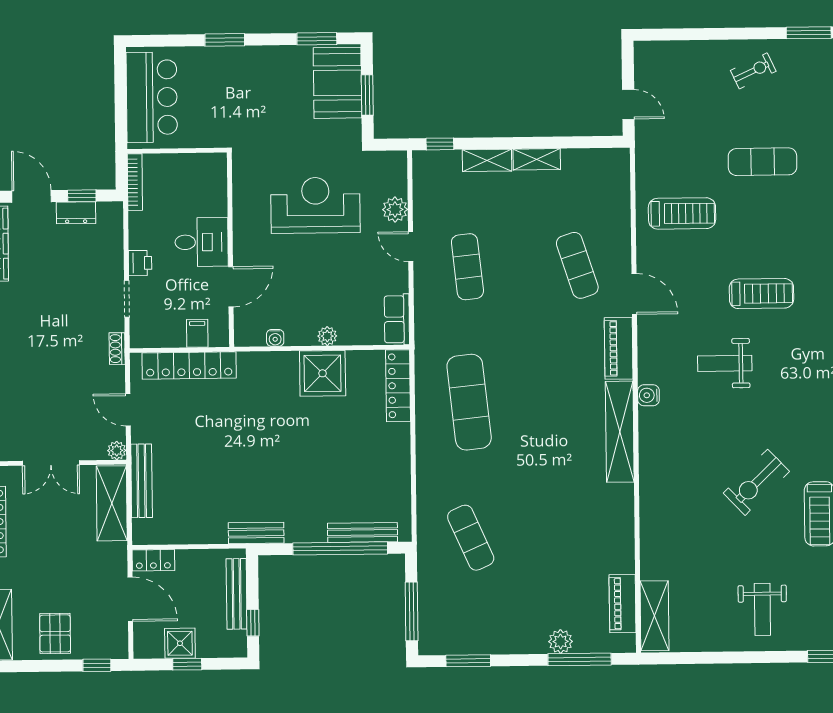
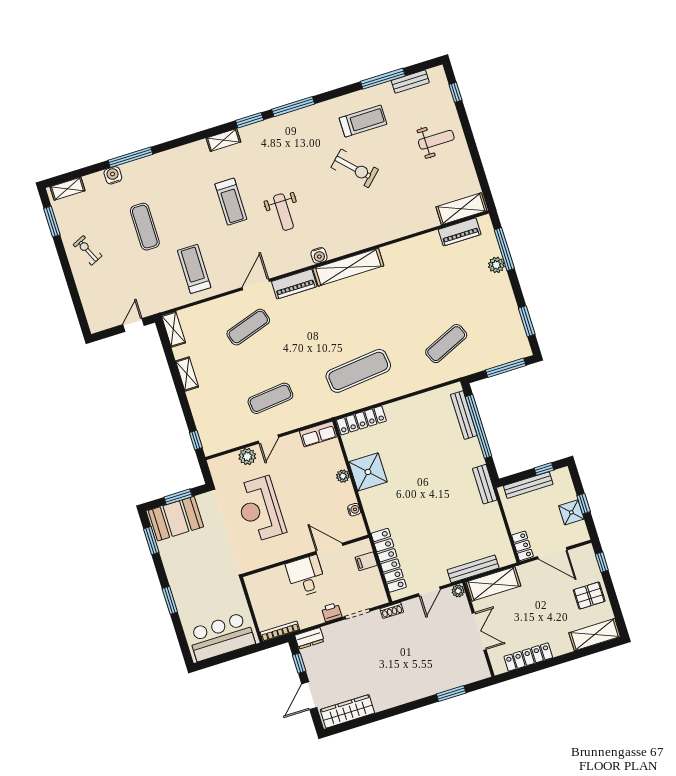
shelving: (487, 160) -> (173, 329), moved
dresser: (76, 213) -> (310, 638), moved, turned 90
treadmill: (761, 294) -> (231, 202), turned 180
door: (130, 599) -> (552, 553), swing flipped

